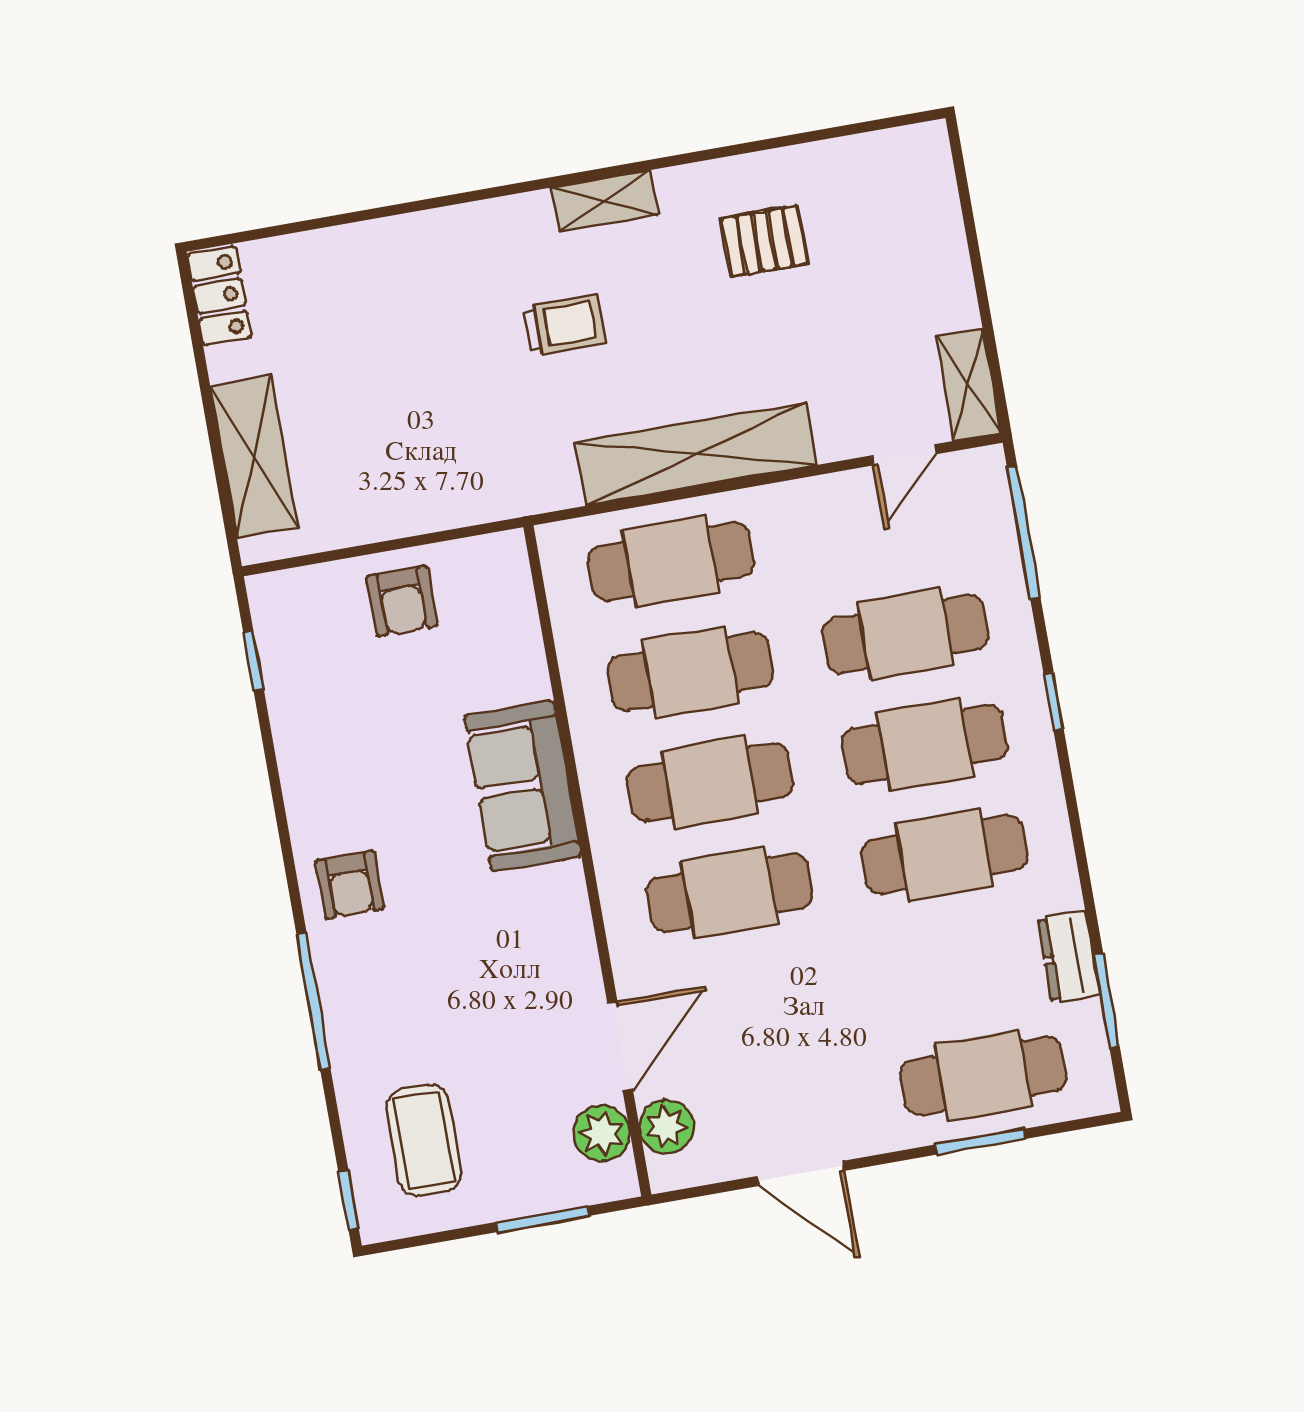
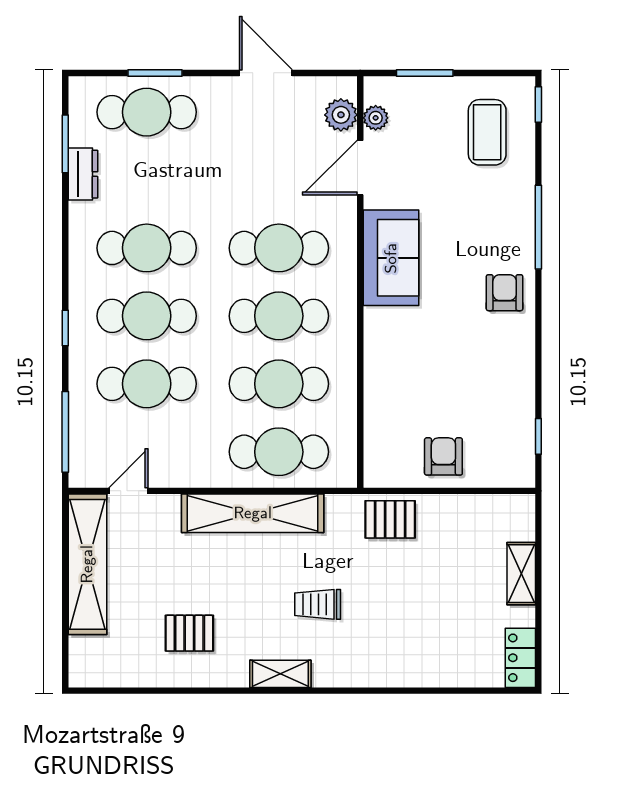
shelving: (968, 385) -> (87, 564), width x2.20, depth x1.33
shelving: (254, 457) -> (521, 574), width x0.67, depth x0.75
pallet: (471, 483) -> (390, 519), added
sofa: (523, 786) -> (391, 258), moved
plant: (602, 1133) -> (376, 118), width x0.73, depth x0.73

